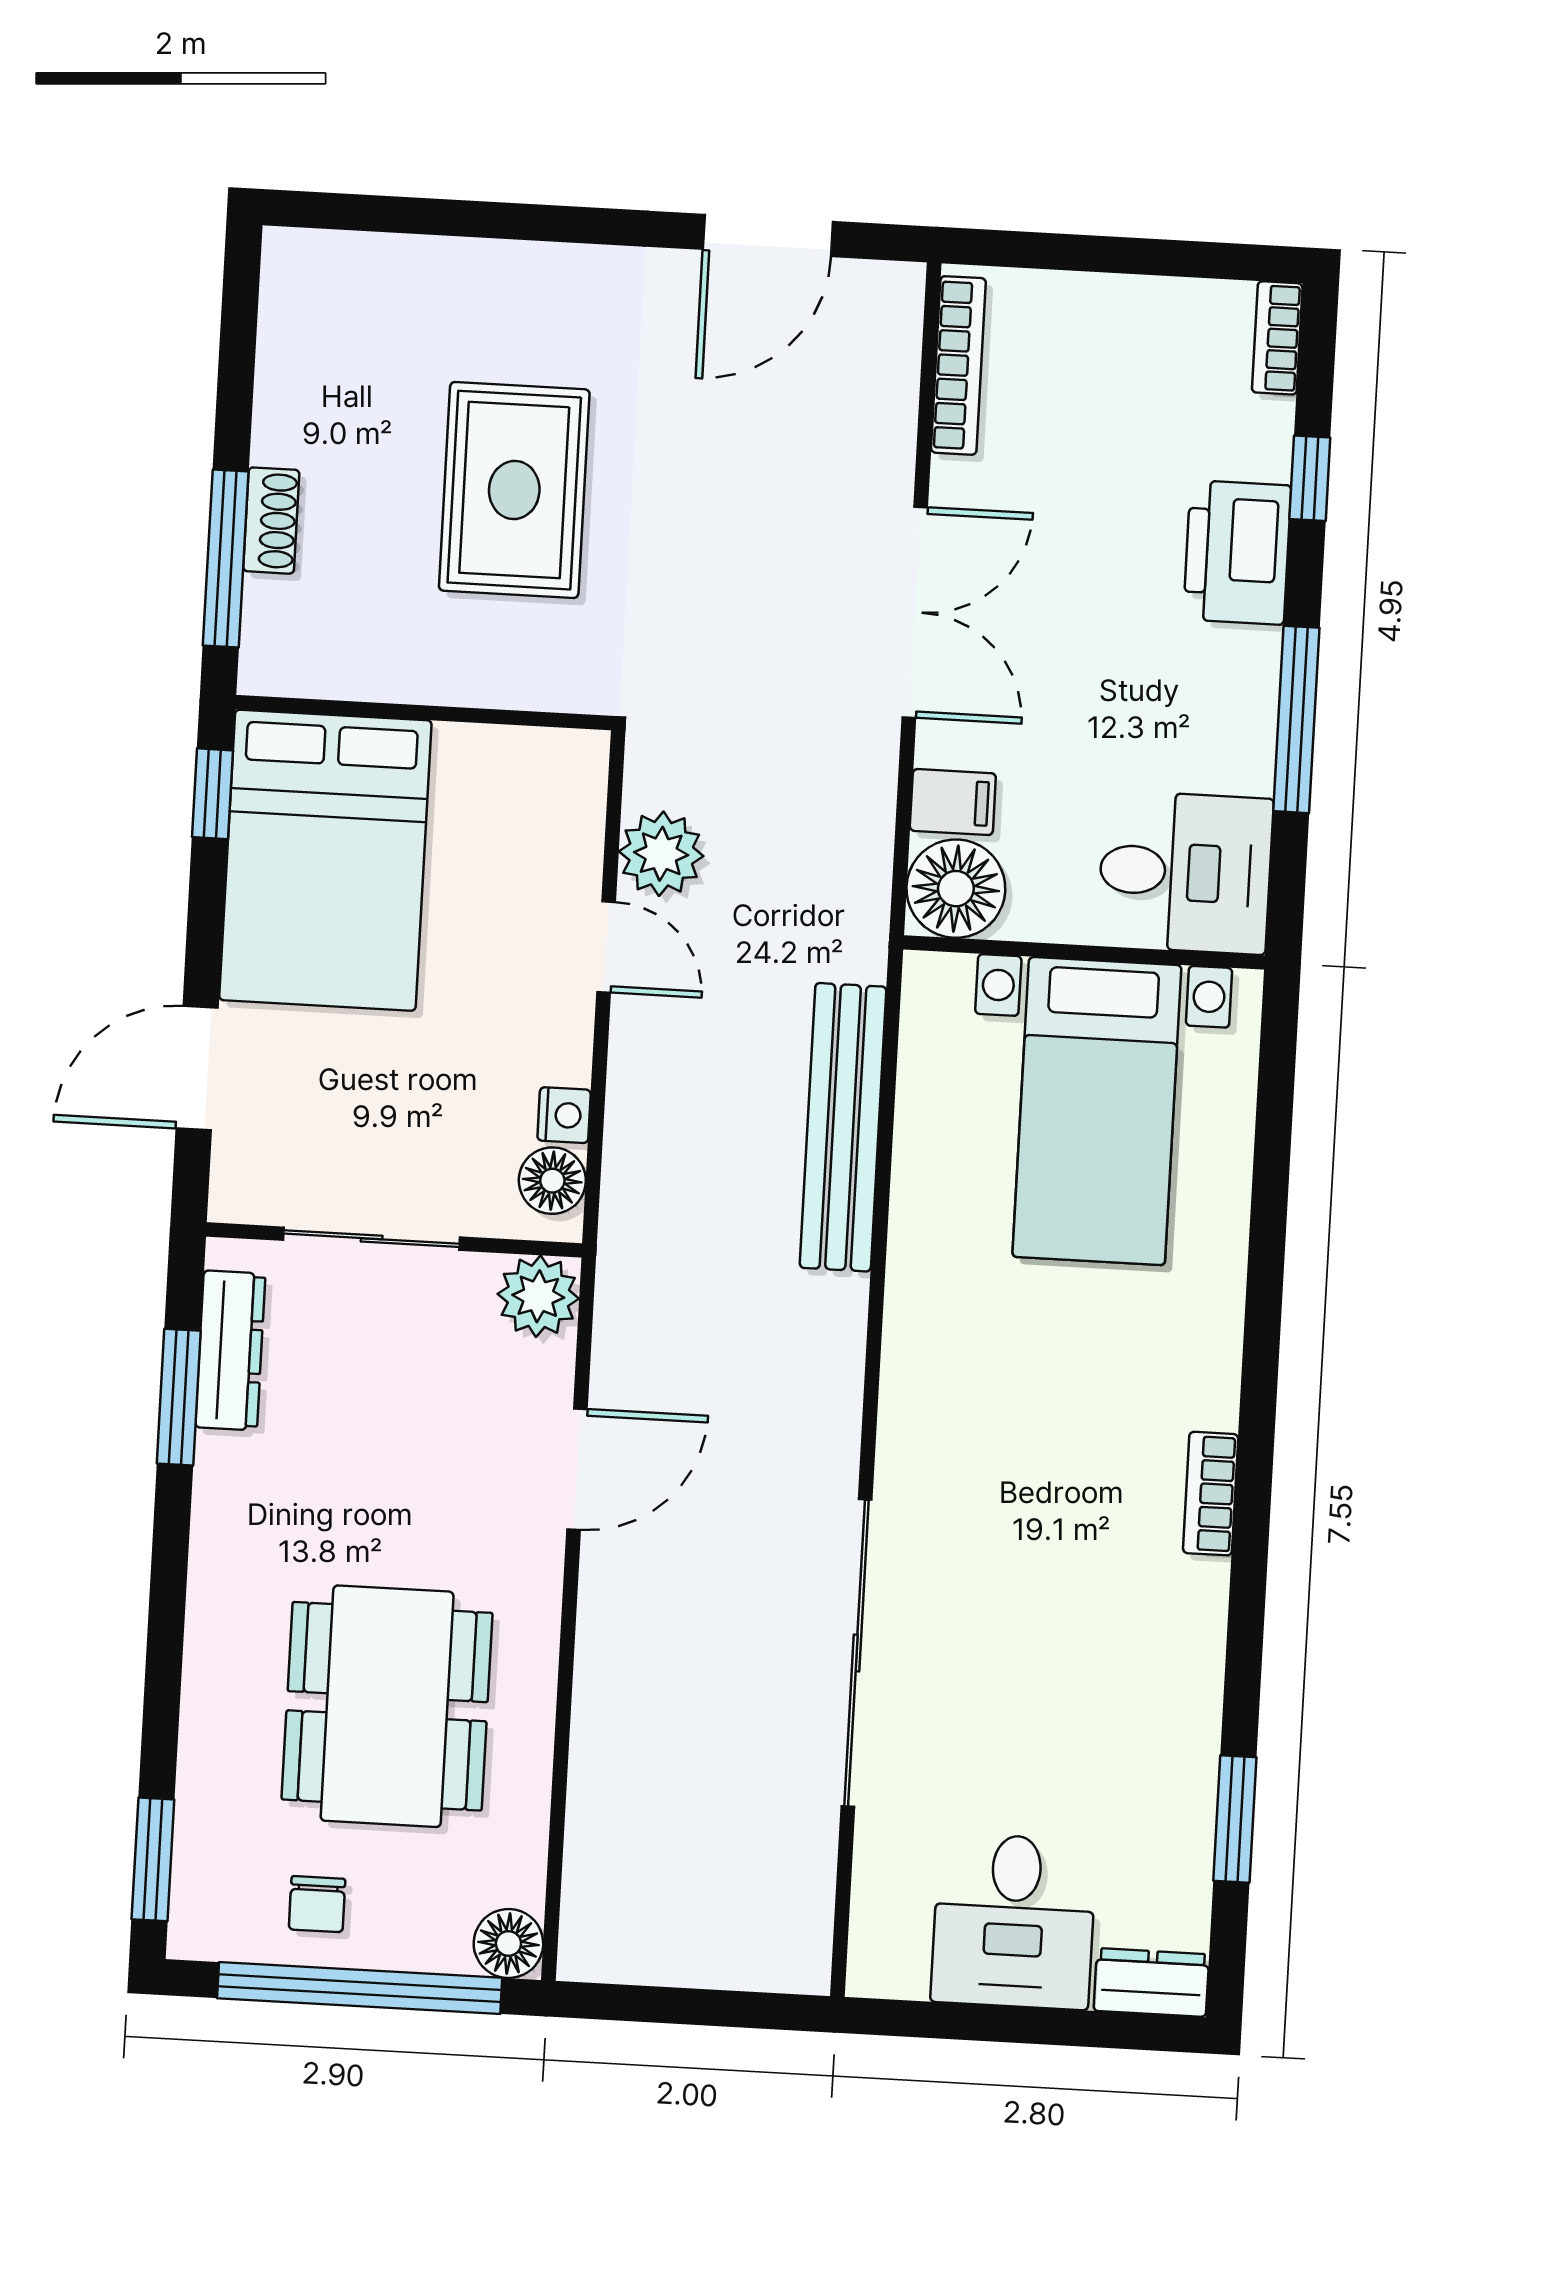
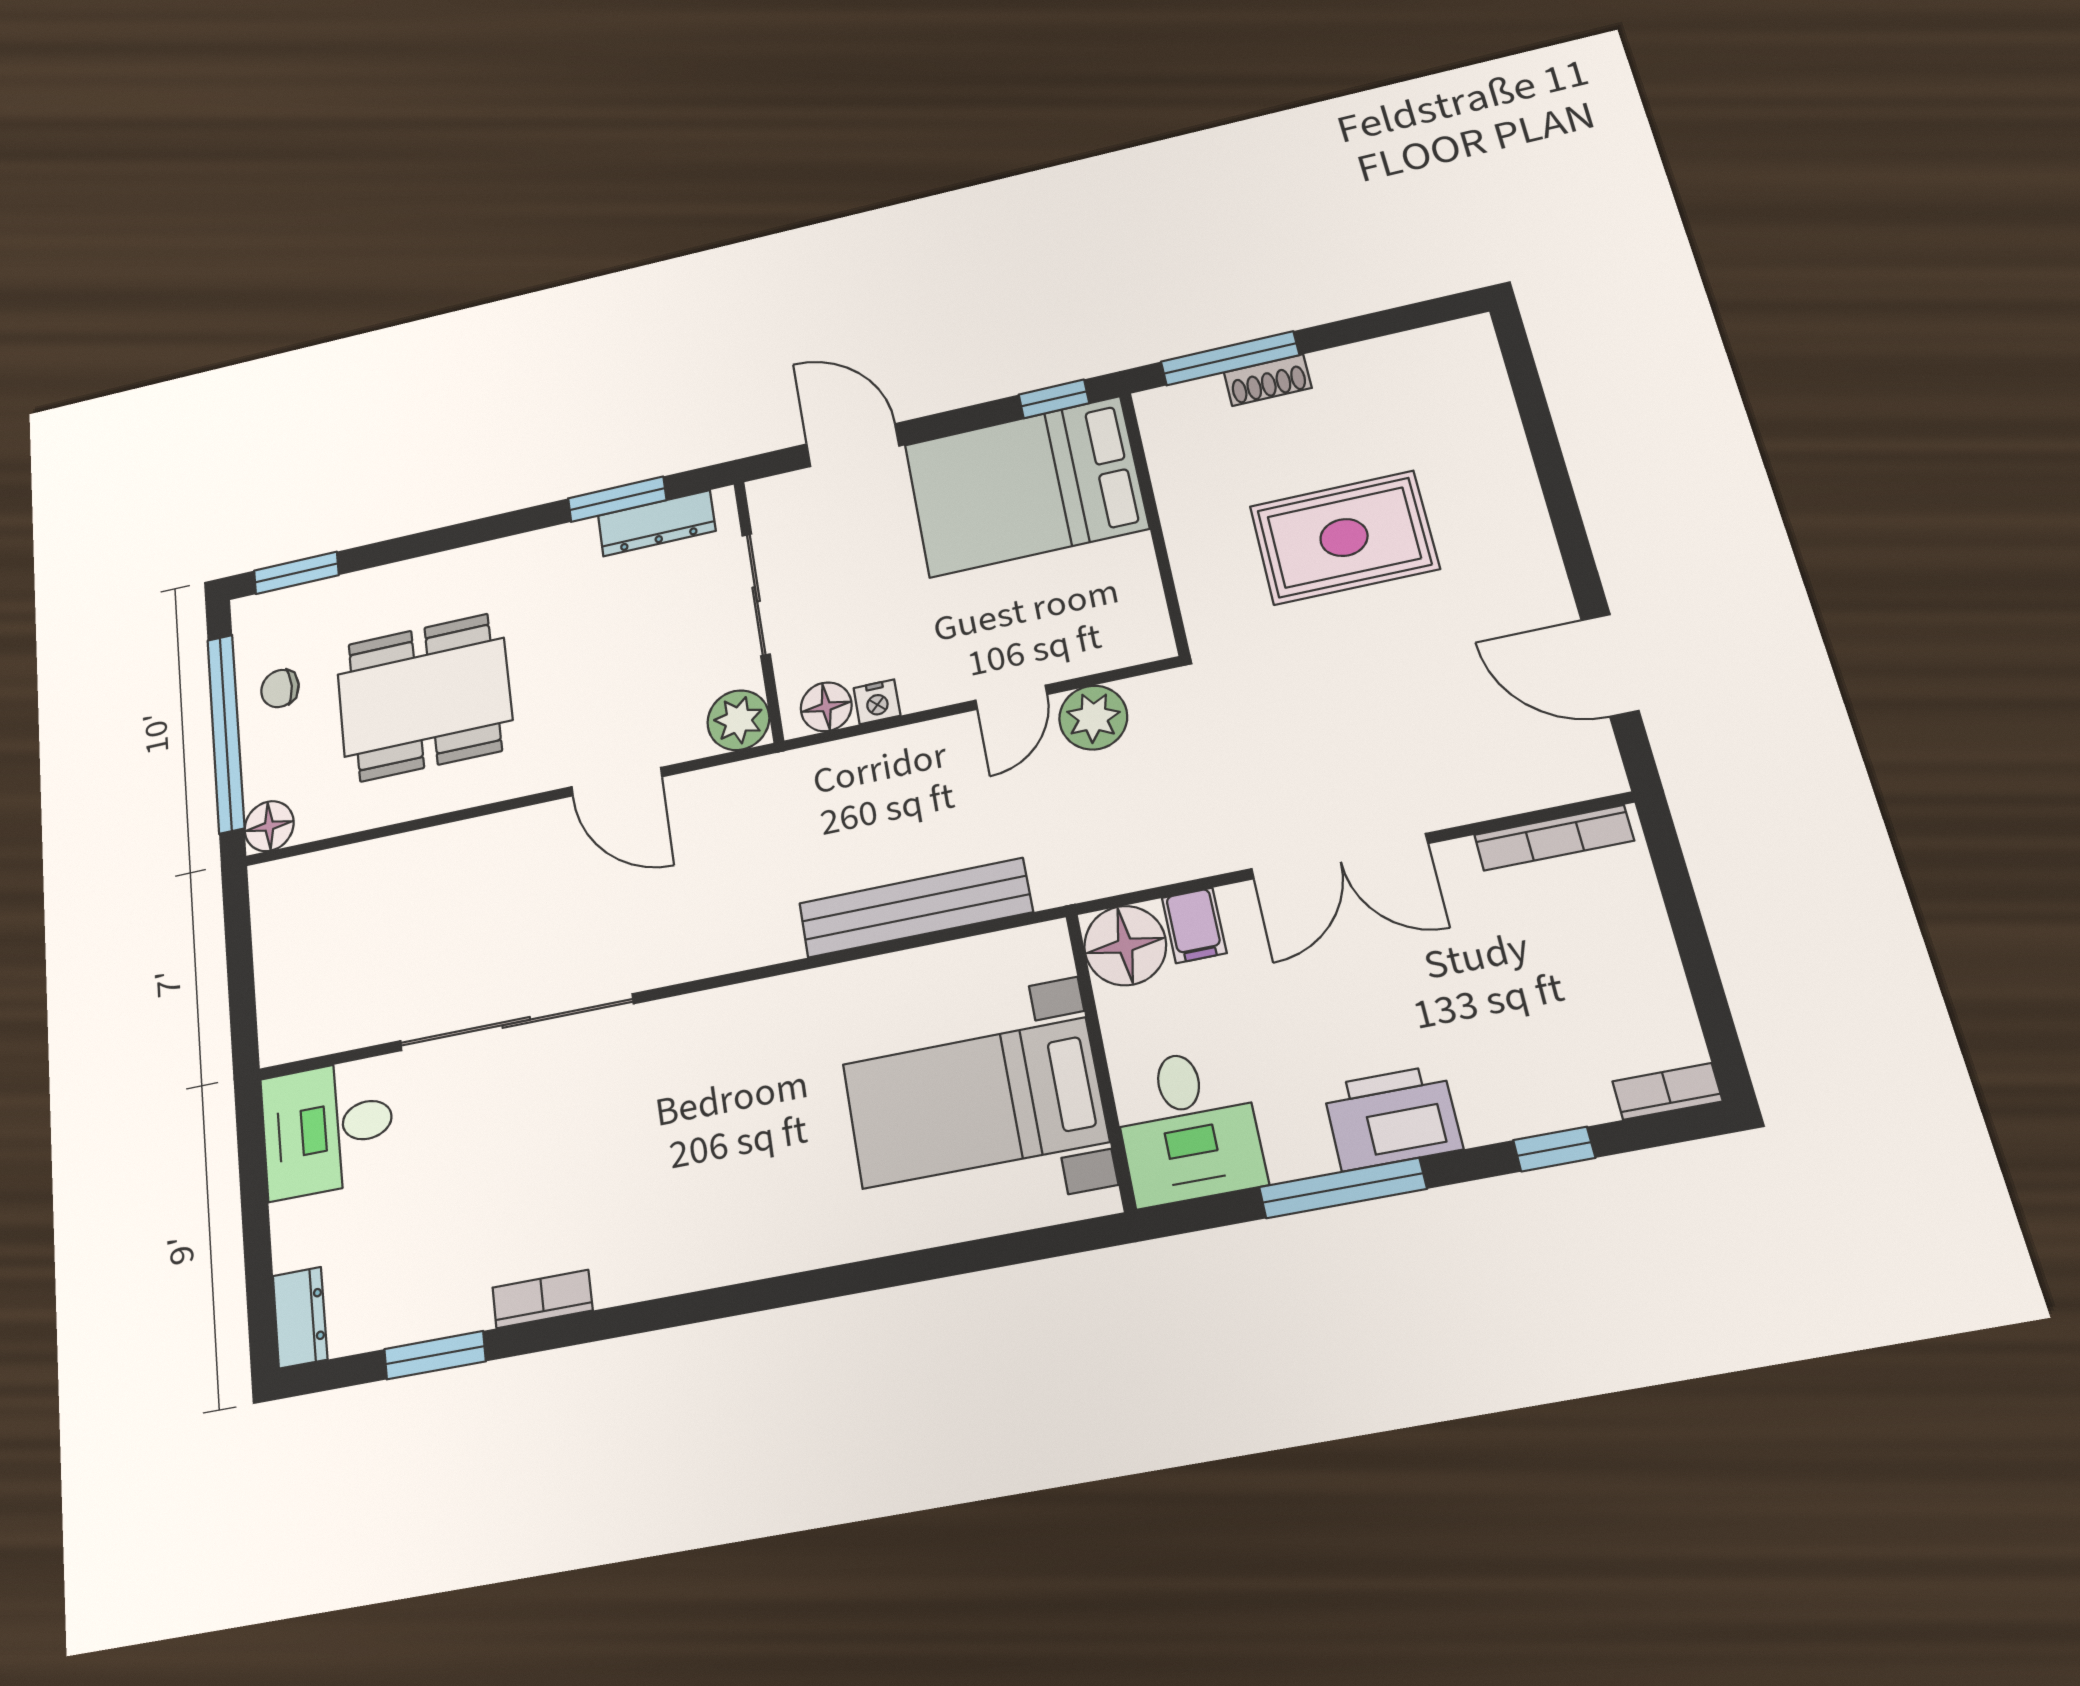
printer: (1237, 552) -> (1392, 1118), moved
bookcase: (1211, 1494) -> (542, 1299), moved
desk: (1014, 1921) -> (328, 1128), moved

